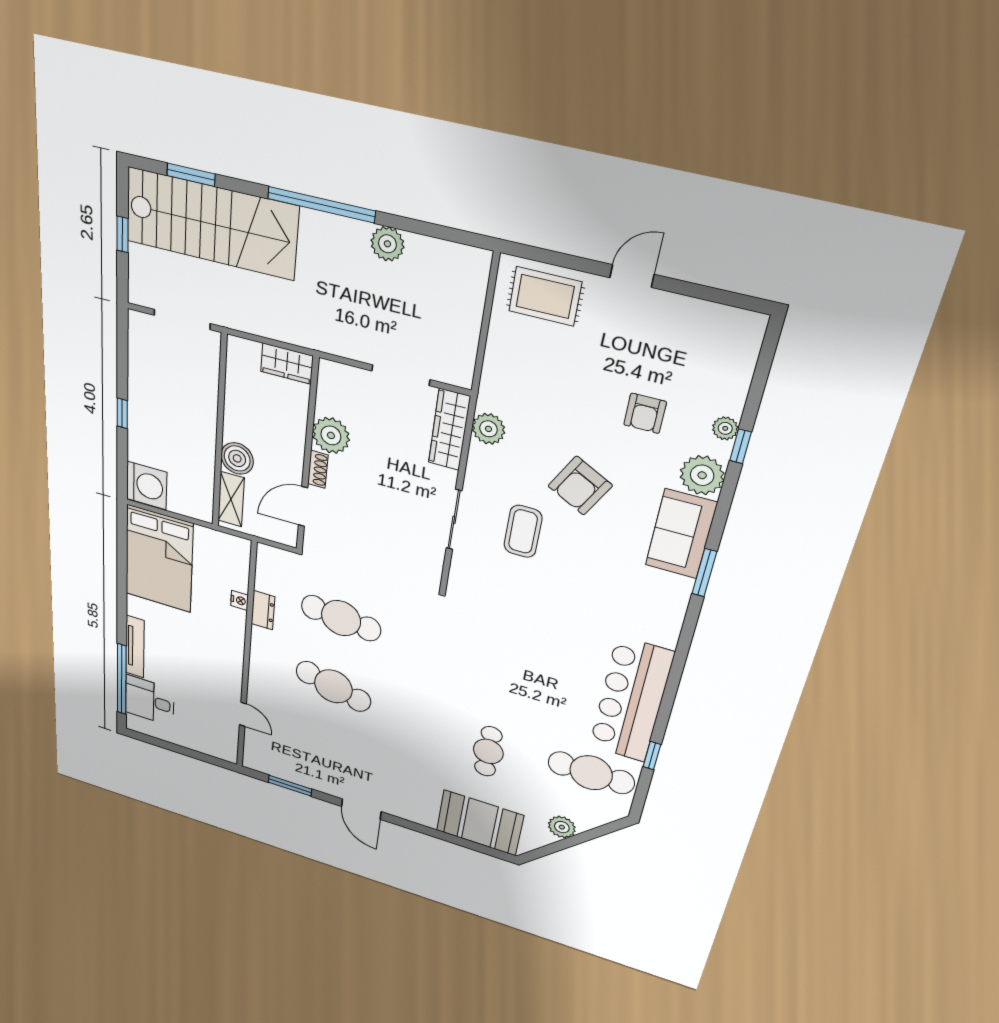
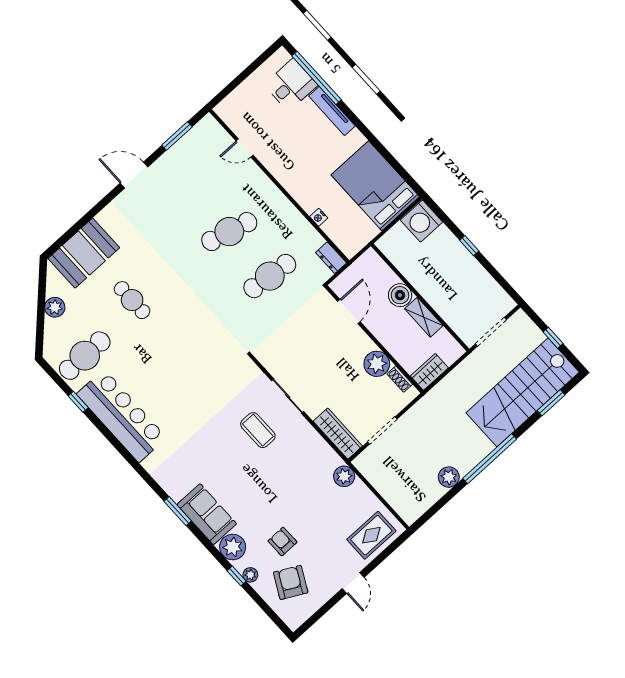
plant: (488, 429) -> (344, 476), moved
shoe rack: (318, 469) -> (400, 379), moved
armchair: (580, 486) -> (291, 582), moved
shelving: (231, 499) -> (424, 317), moved
dresser: (263, 610) -> (331, 258), moved

